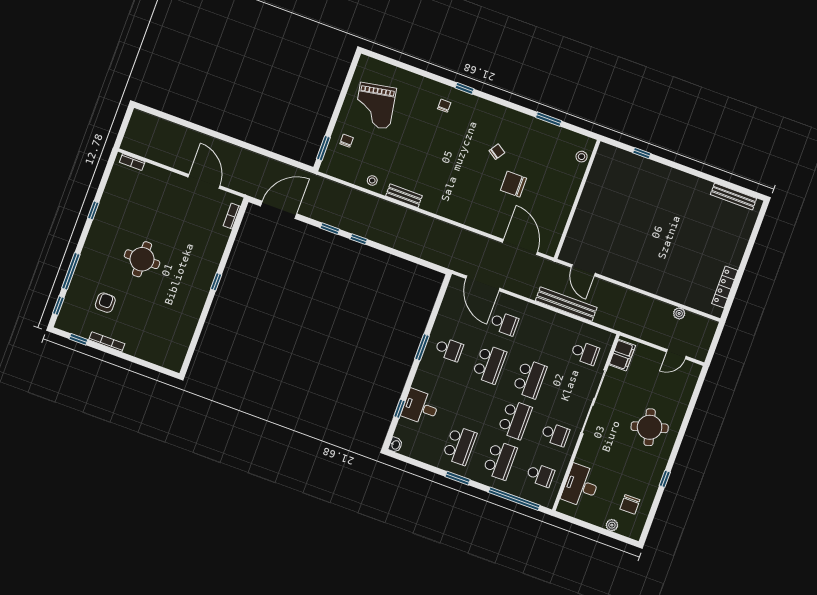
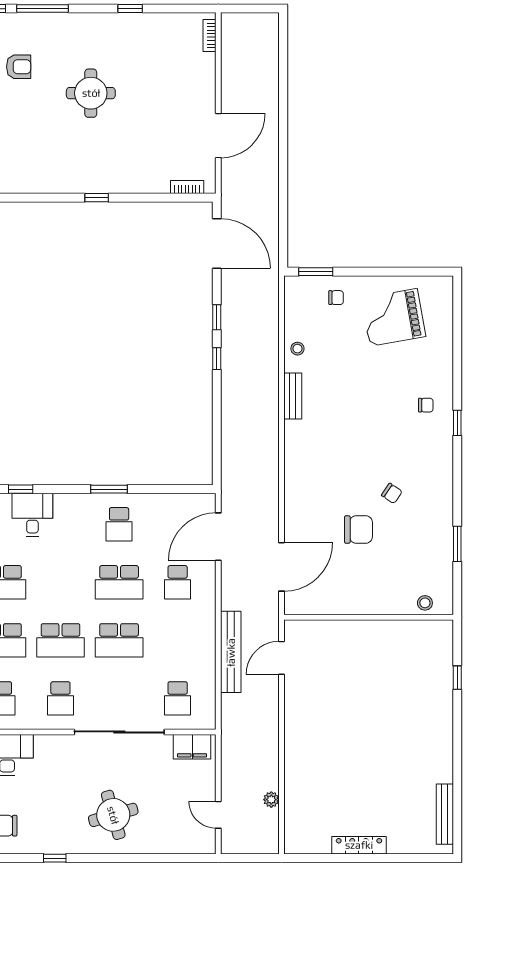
chair: (514, 184) -> (358, 530), turned 90
locker: (725, 287) -> (359, 845), moved

